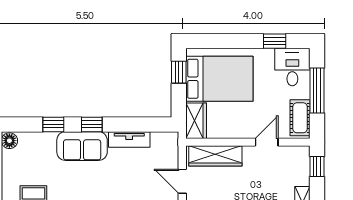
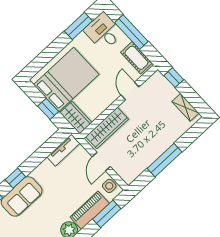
window: (275, 41) -> (78, 26), width x1.50
window: (179, 72) -> (48, 109), moved
tv unit: (129, 139) -> (63, 150), moved
door: (182, 181) -> (101, 162), hinge flipped

